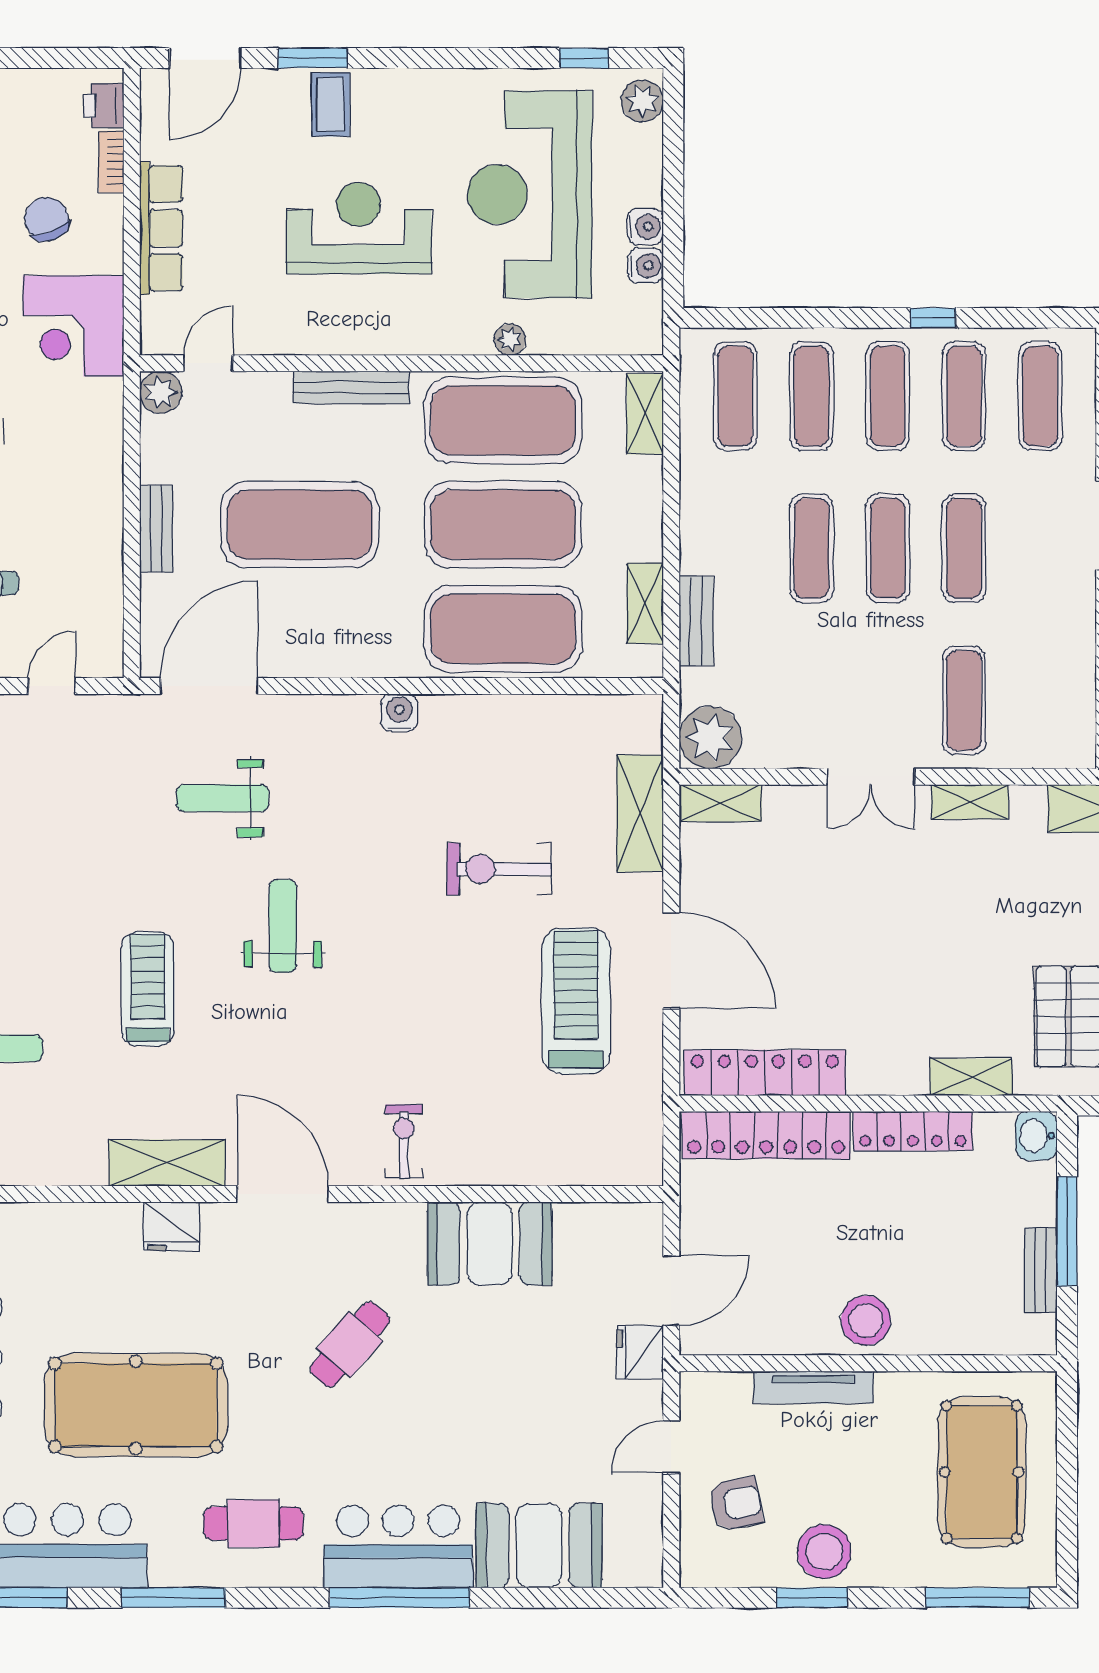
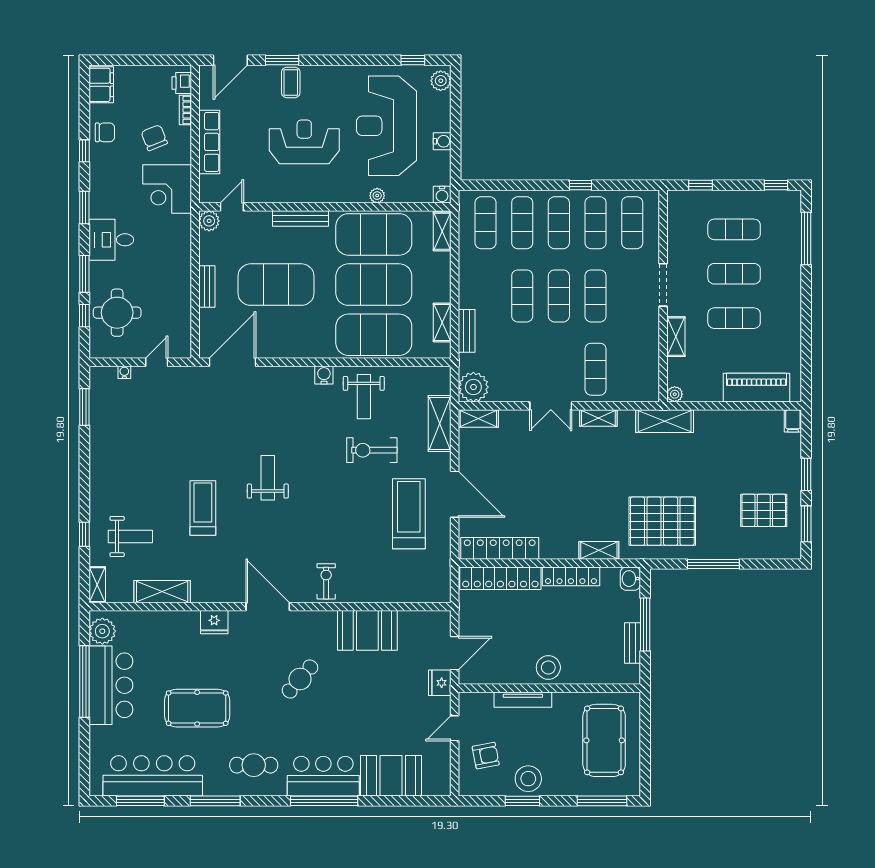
water cooler: (646, 266) -> (442, 195), moved, turned 90
weight bench: (223, 798) -> (364, 397), moved, turned -90
shelving: (167, 1163) -> (162, 592), moved
pool table: (136, 1405) -> (197, 708), width x0.73, depth x0.76

